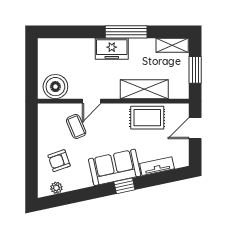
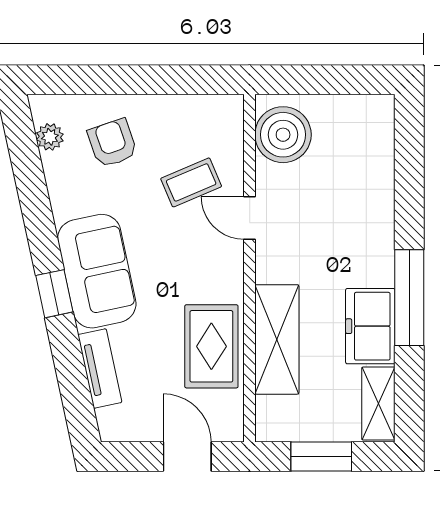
freezer: (112, 49) -> (370, 326), moved

